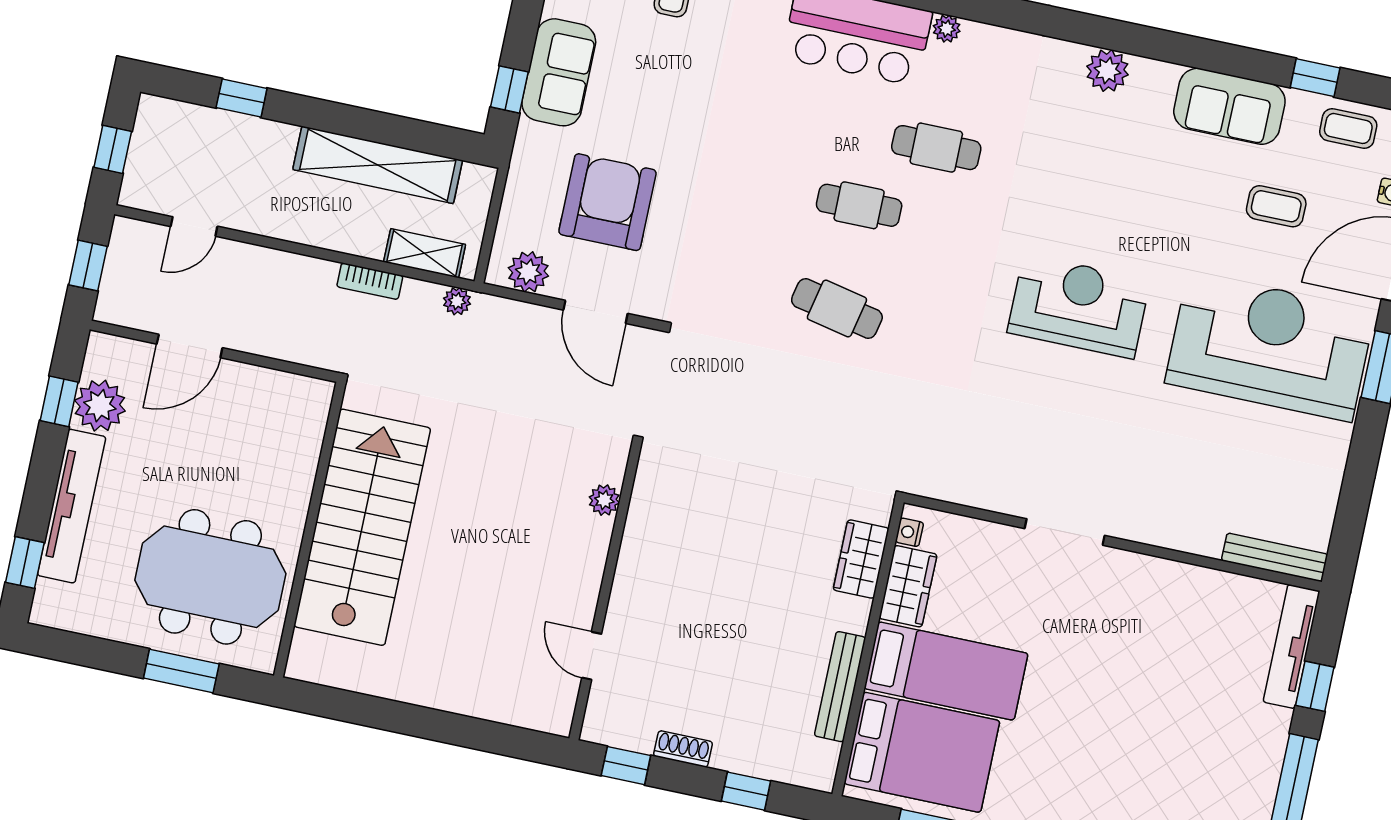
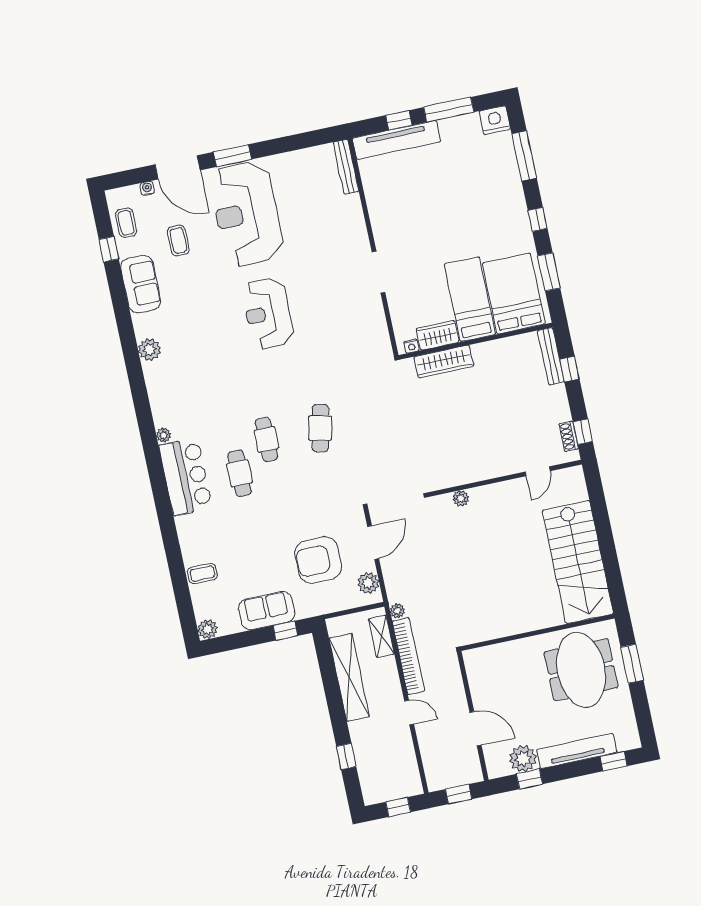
cafe table: (936, 148) -> (240, 473), moved
door: (194, 226) -> (409, 713), moved
bookcase: (370, 281) -> (408, 656), width x2.31, depth x1.31
stairs: (362, 527) -> (578, 562), moved, turned -90
wardrobe: (861, 559) -> (444, 362), width x1.50
tv unit: (1291, 646) -> (396, 140), width x1.36, depth x1.29
bench: (840, 687) -> (551, 356), moved, turned 90
shoe rack: (683, 749) -> (569, 436), moved

